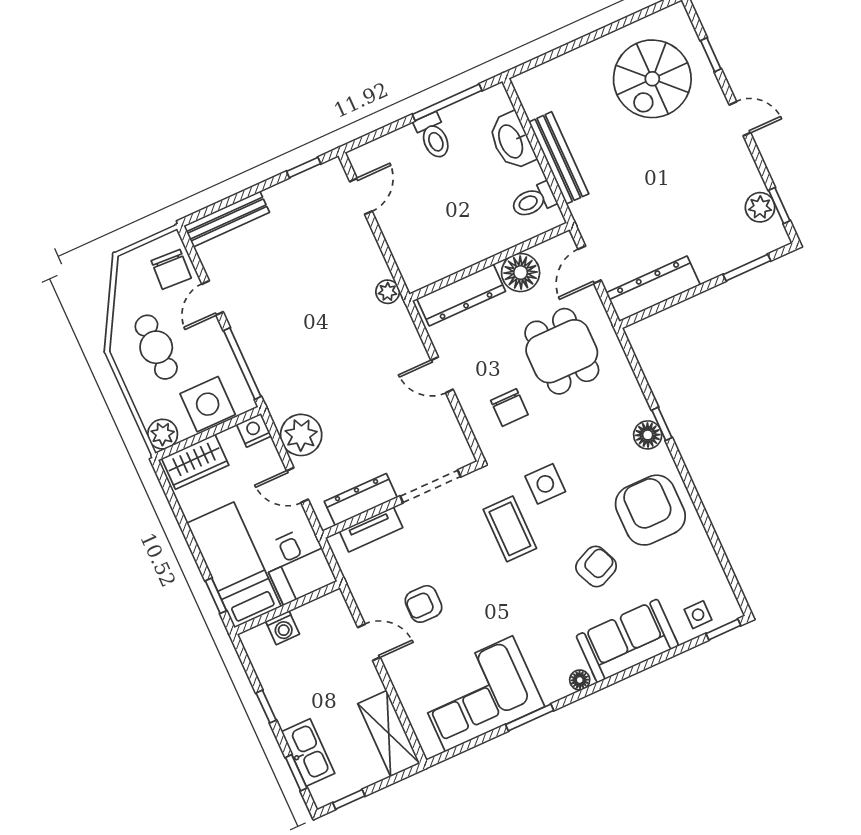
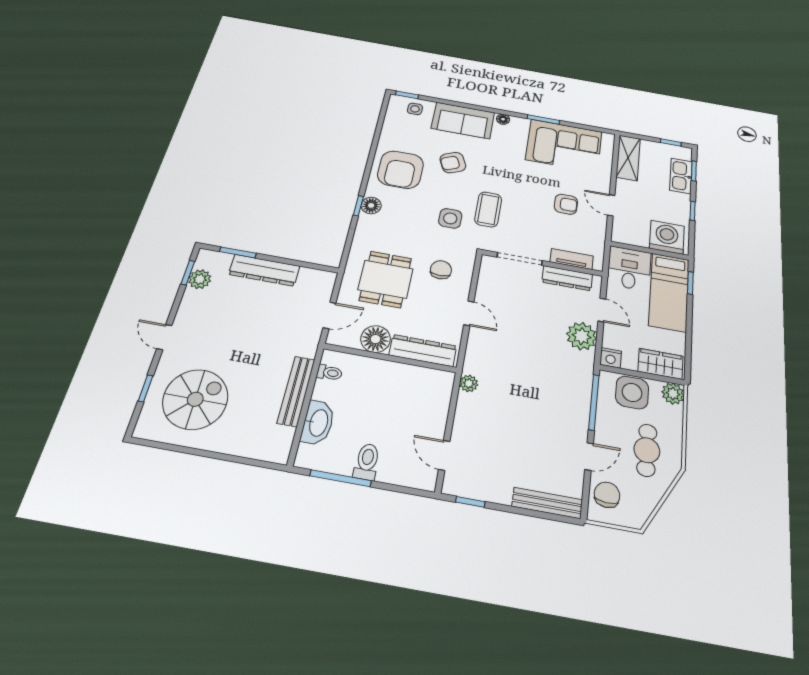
door: (361, 196) -> (444, 455), hinge flipped
toilet: (534, 201) -> (329, 373), width x0.73, depth x0.72
dresser: (653, 289) -> (264, 270), moved
washing machine: (283, 628) -> (667, 237), width x1.89, depth x1.89

